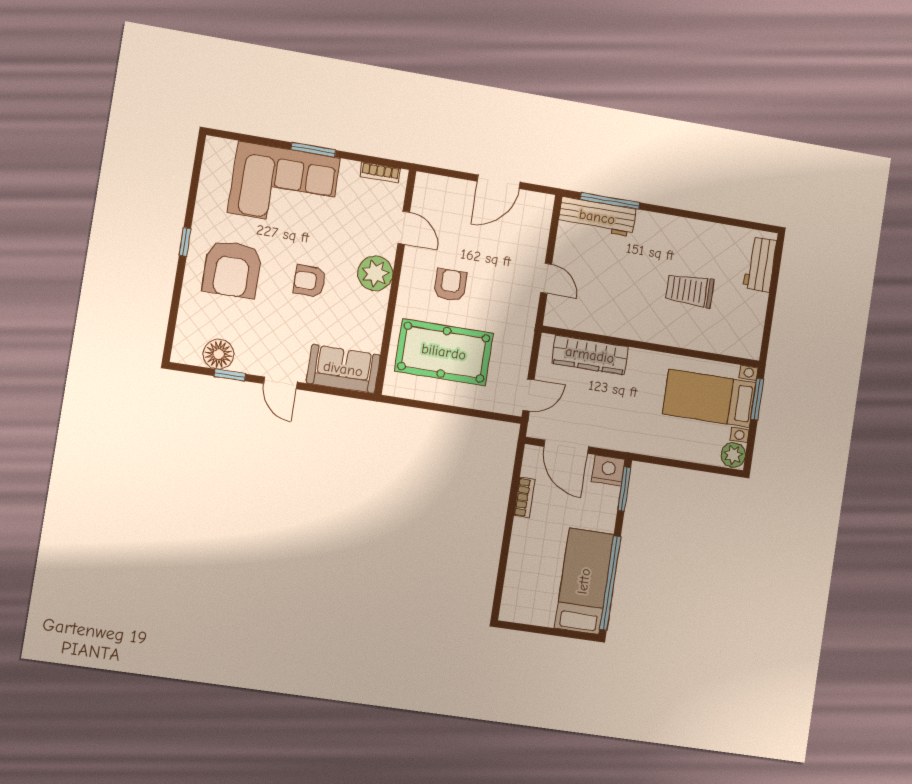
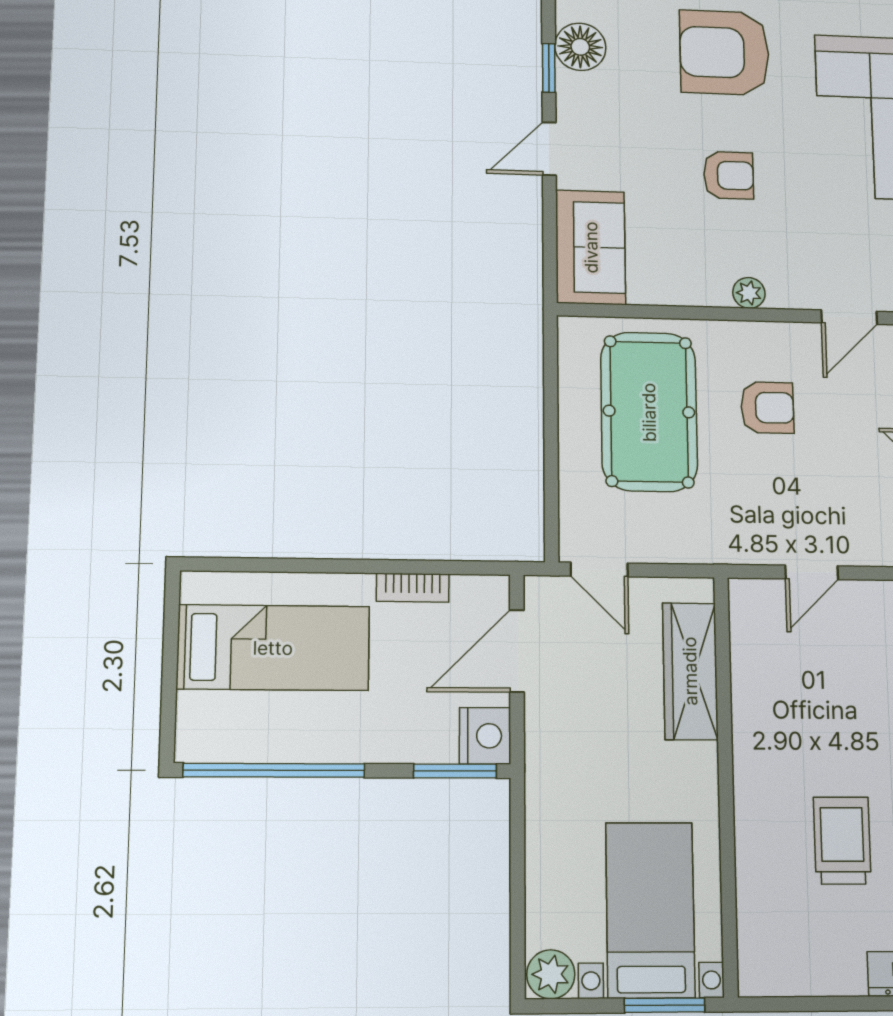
plant: (375, 273) -> (749, 293), width x0.53, depth x0.53
armchair: (309, 281) -> (729, 175), turned 90
bed: (584, 581) -> (273, 648), moved

